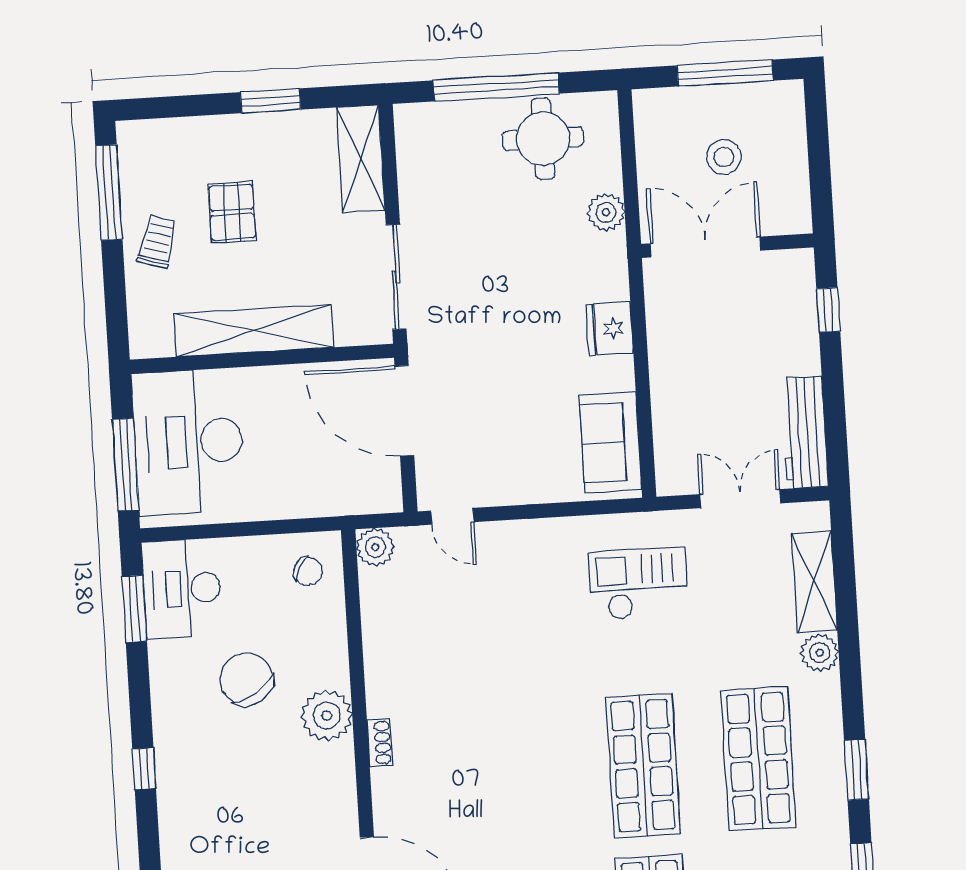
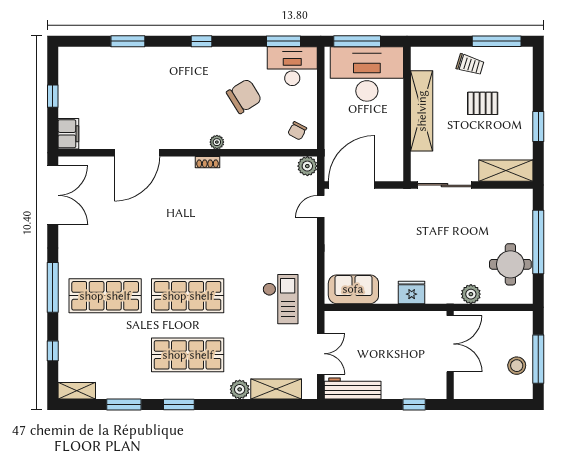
stool: (724, 157) -> (517, 366), moved
door: (404, 411) -> (351, 185), moved
plant: (327, 716) -> (217, 142), width x0.53, depth x0.53

